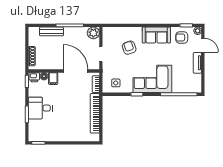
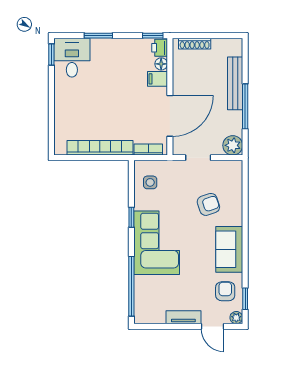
bench: (51, 31) -> (235, 83), width x1.36
door: (203, 45) -> (213, 326), hinge flipped
desk: (40, 108) -> (72, 58), moved

